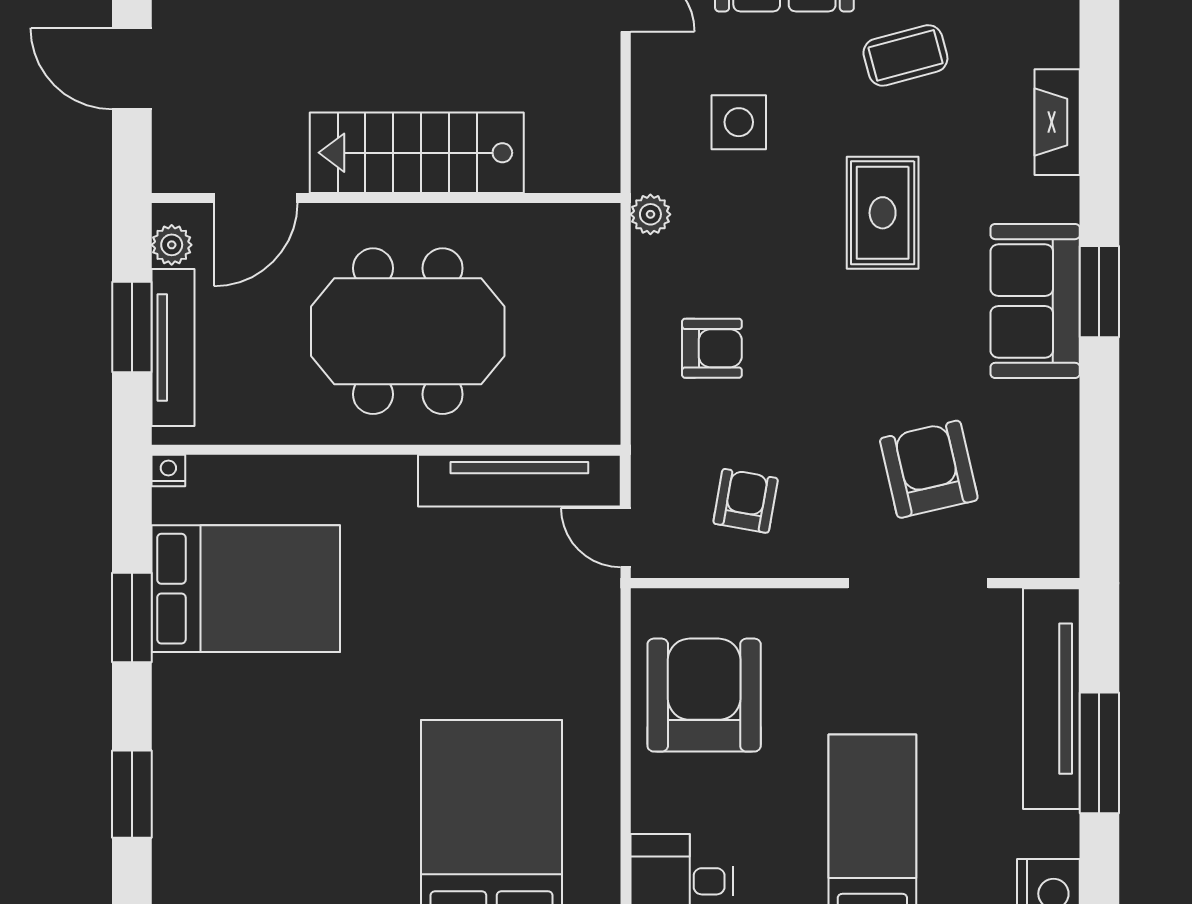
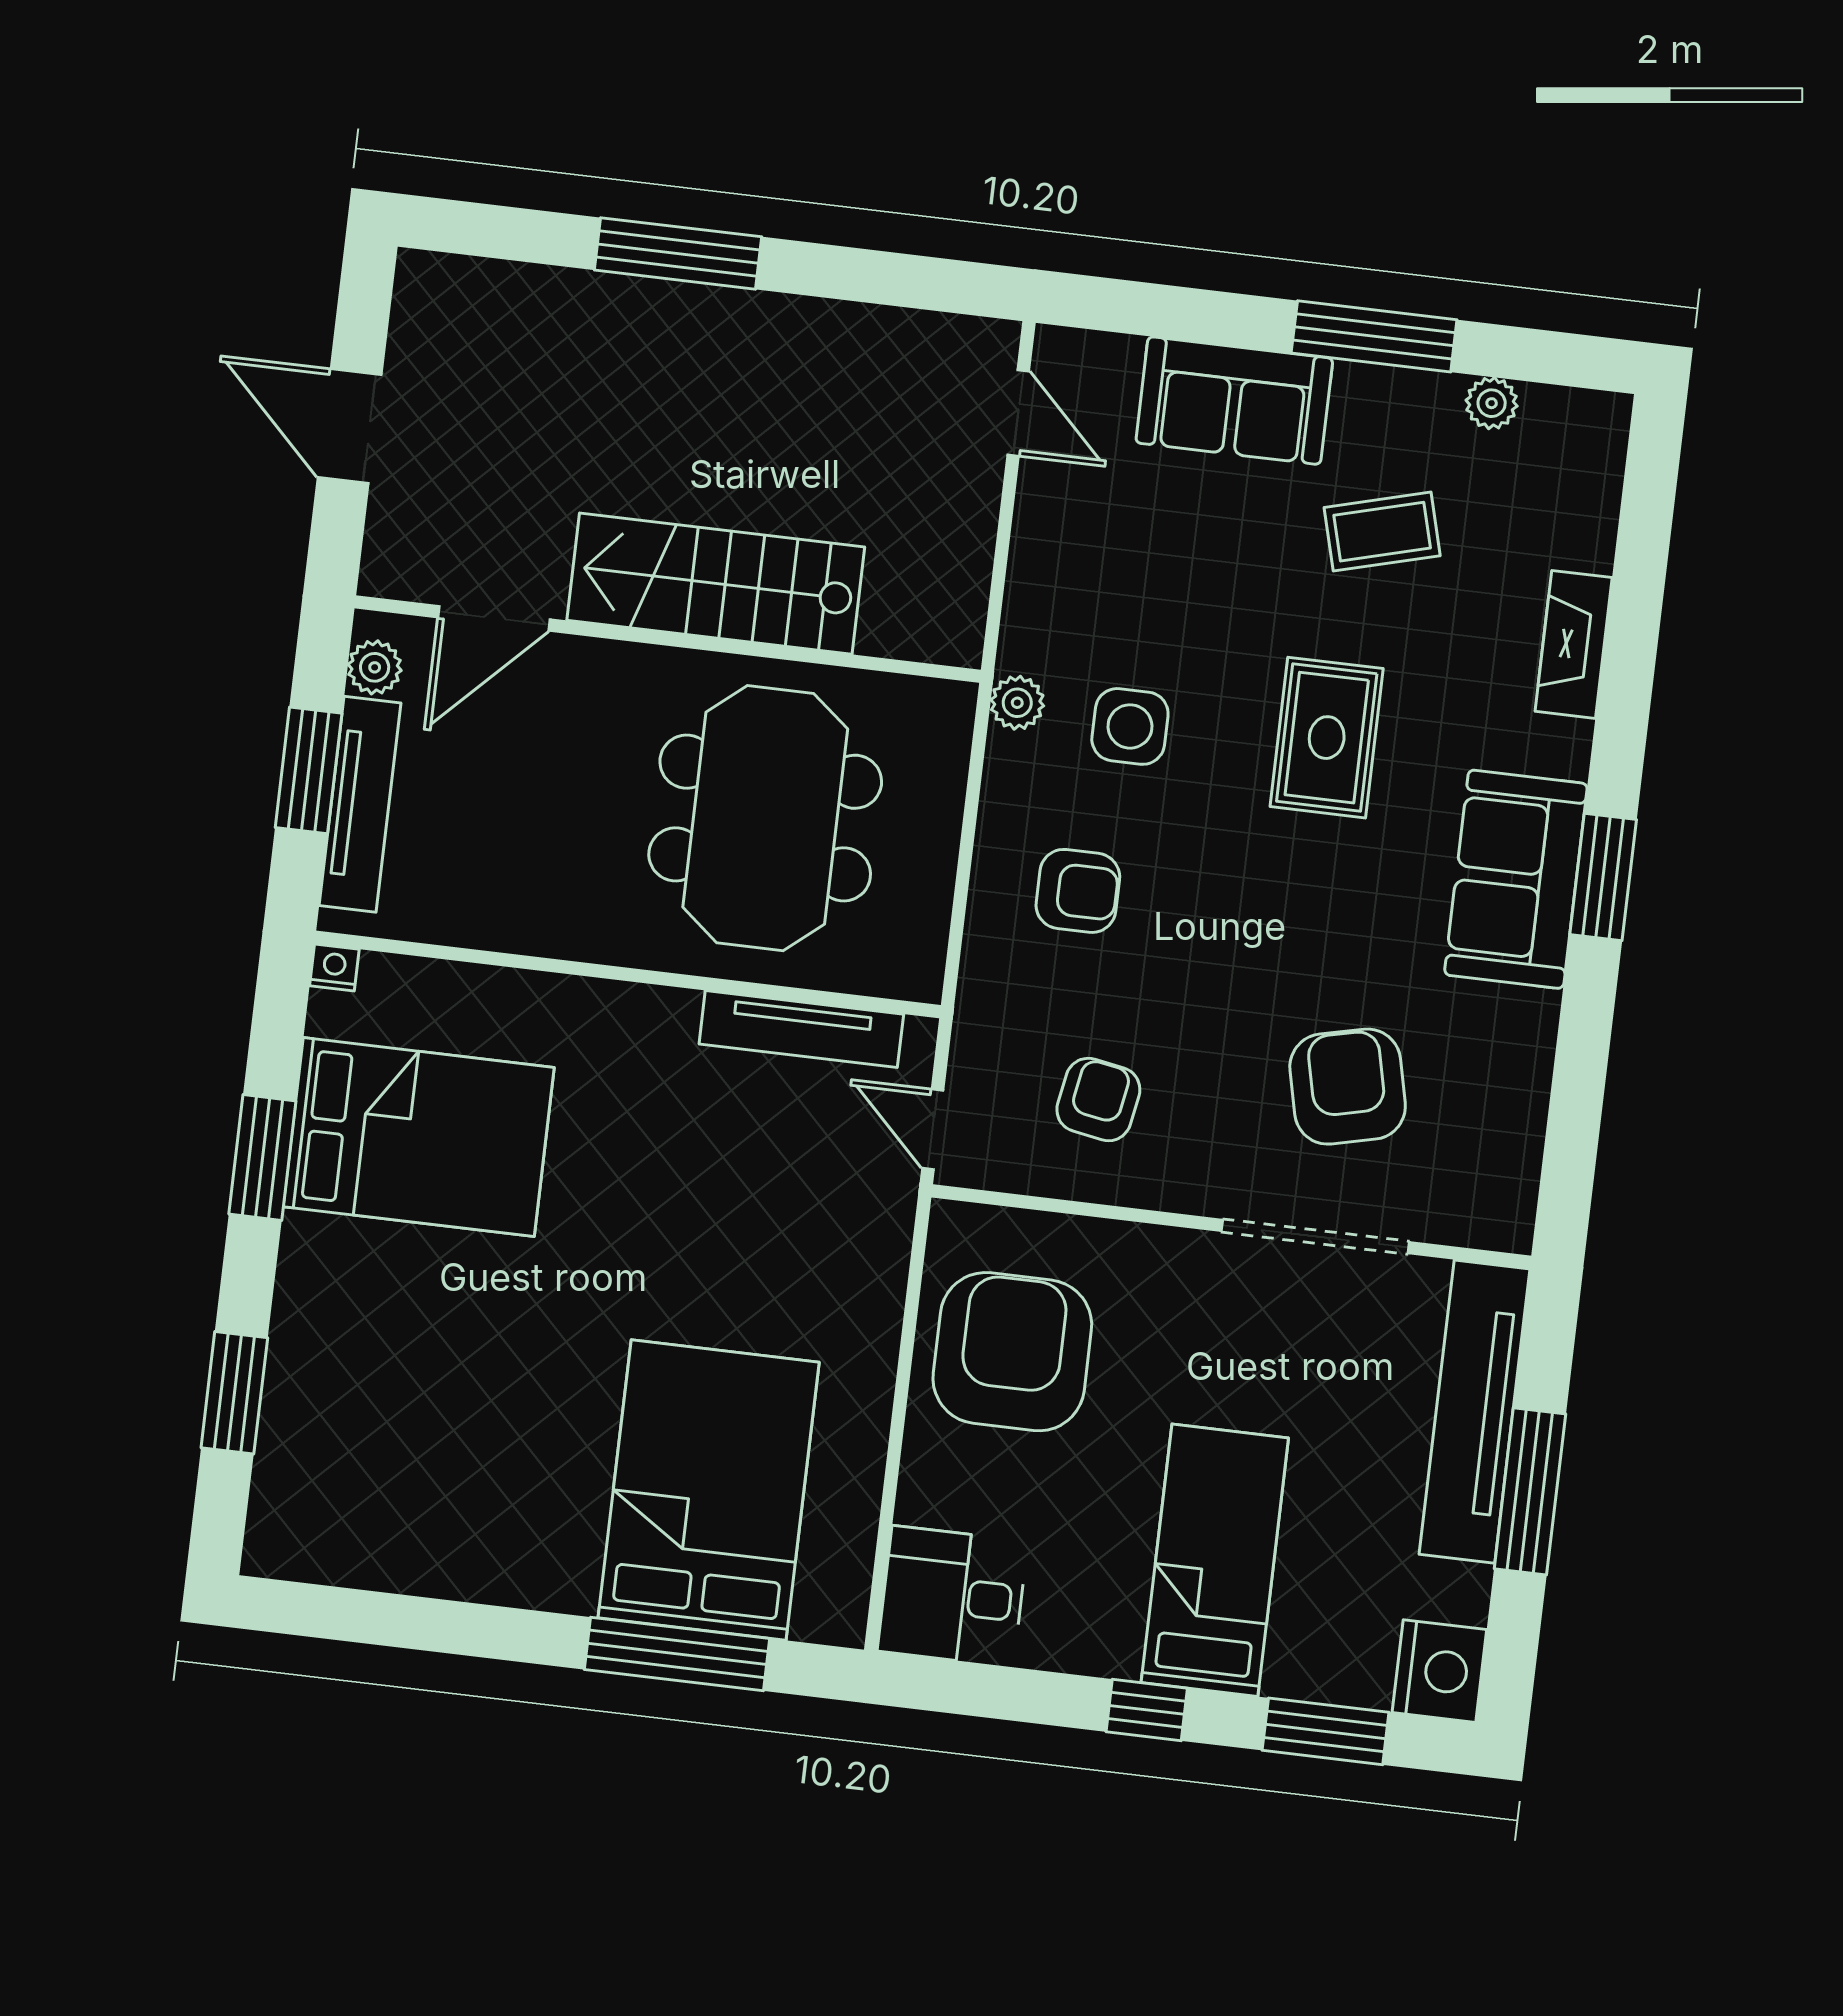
side table: (739, 122) -> (1130, 726), moved
meeting table: (408, 331) -> (765, 818), moved, turned 90
tv unit: (519, 481) -> (801, 1029), width x0.73, depth x0.78

